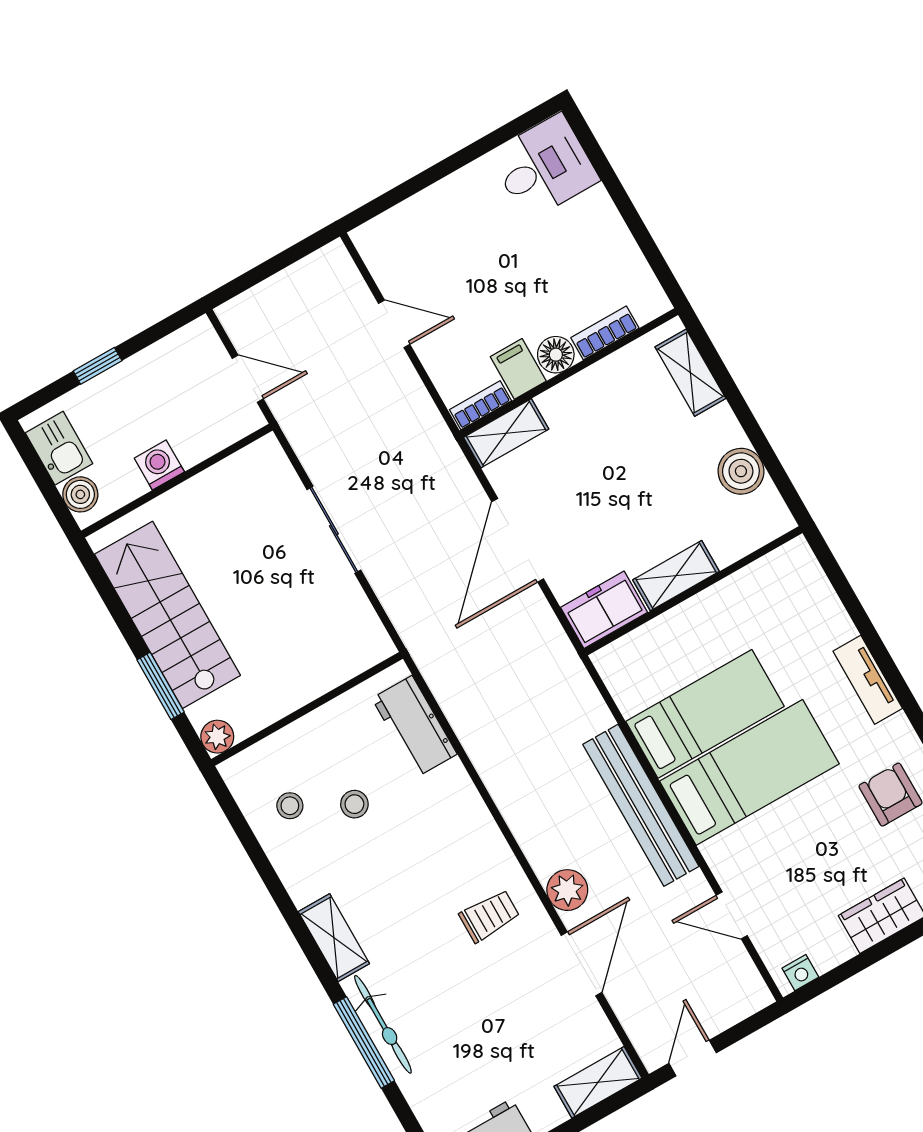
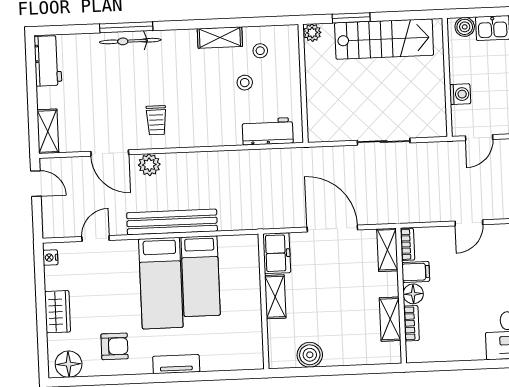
shelving: (690, 373) -> (390, 319), moved, turned 90
washing machine: (159, 465) -> (460, 94), moved
shelving: (334, 938) -> (220, 37), moved

